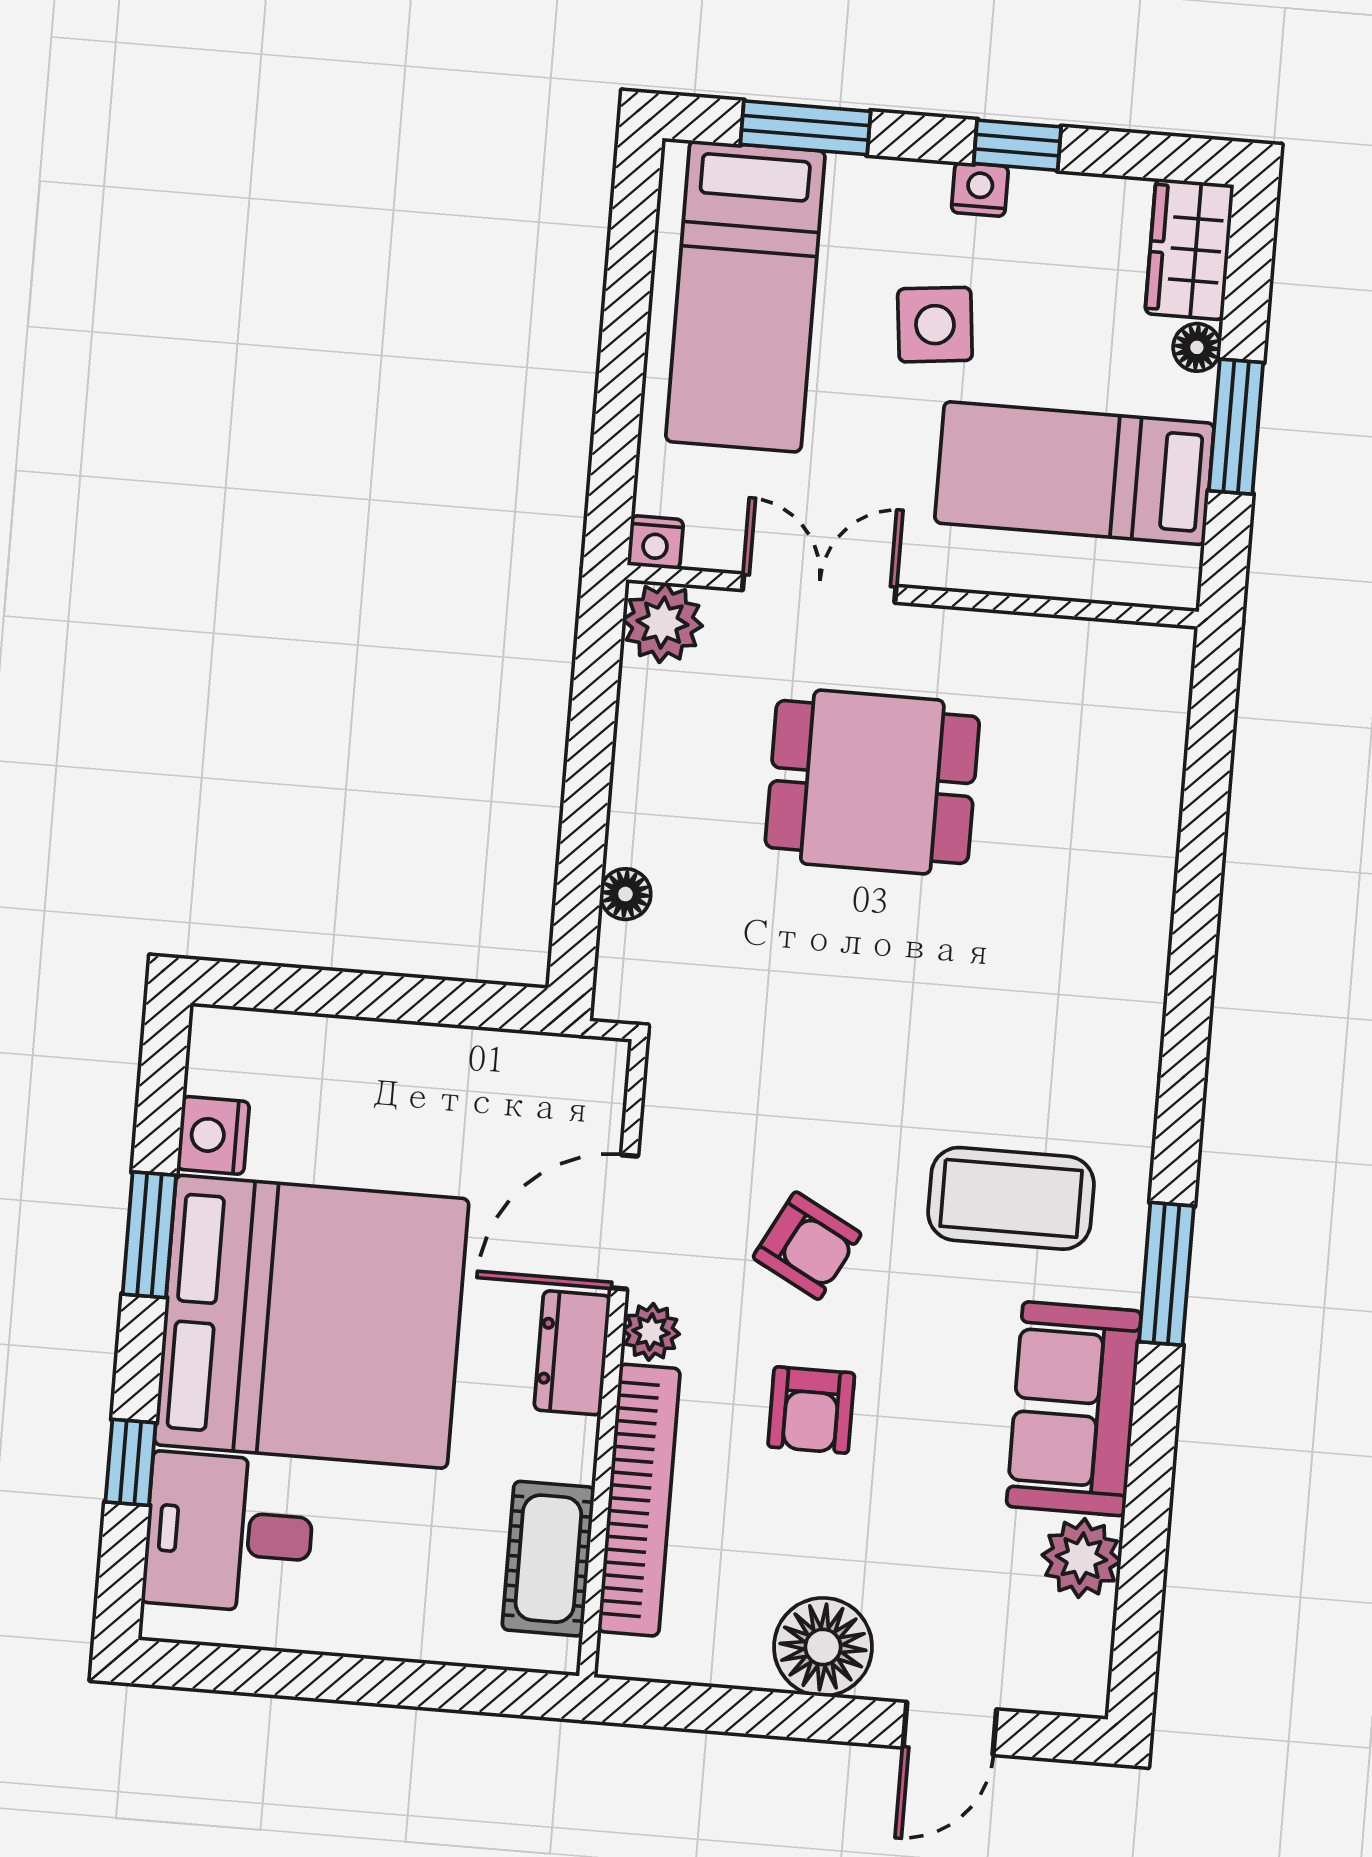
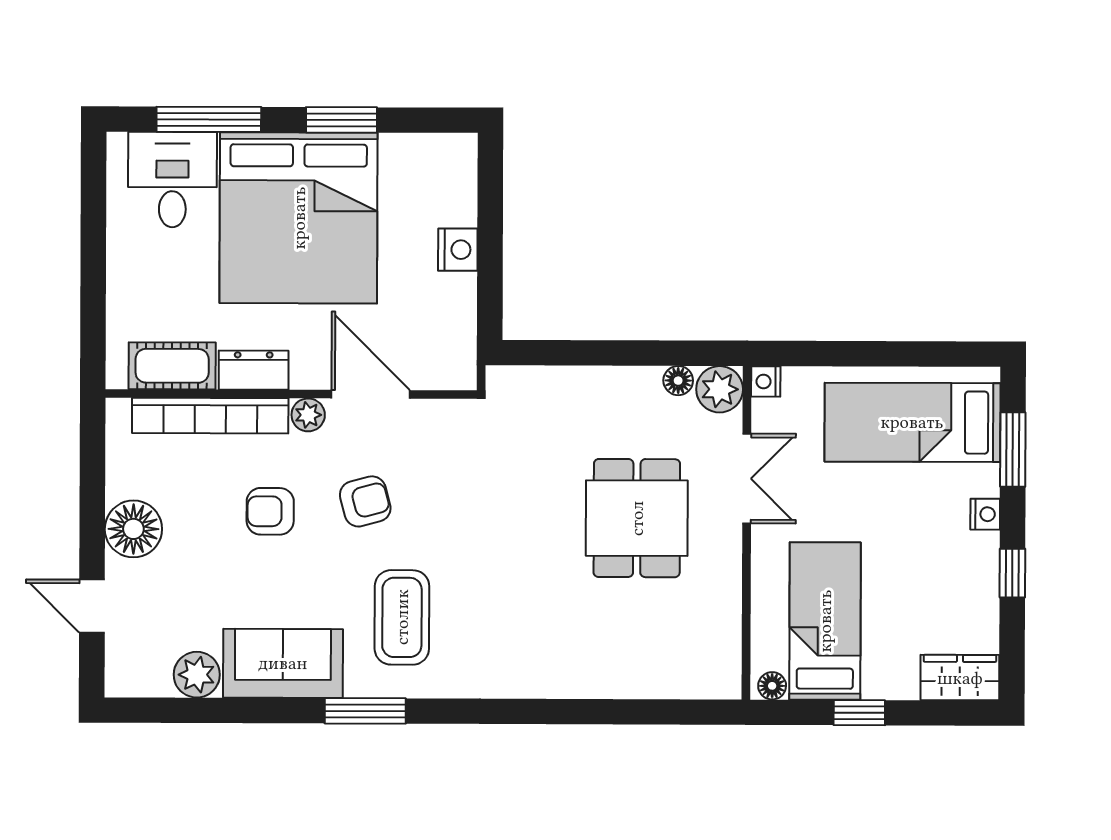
nightstand: (980, 189) -> (985, 514), moved
side table: (935, 325) -> (905, 533), removed
floor lamp: (1197, 347) -> (772, 686), moved
window: (1236, 427) -> (859, 713), width x0.67
floor lamp: (625, 894) -> (678, 381), moved
nightstand: (213, 1135) -> (458, 250), moved, turned 90
armchair: (807, 1246) -> (365, 501), turned -133
dresser: (572, 1353) -> (254, 370), moved
window: (131, 1462) -> (209, 119), width x2.17

